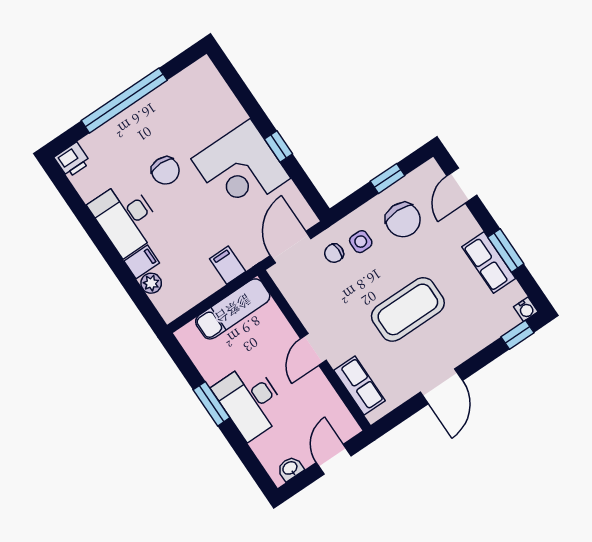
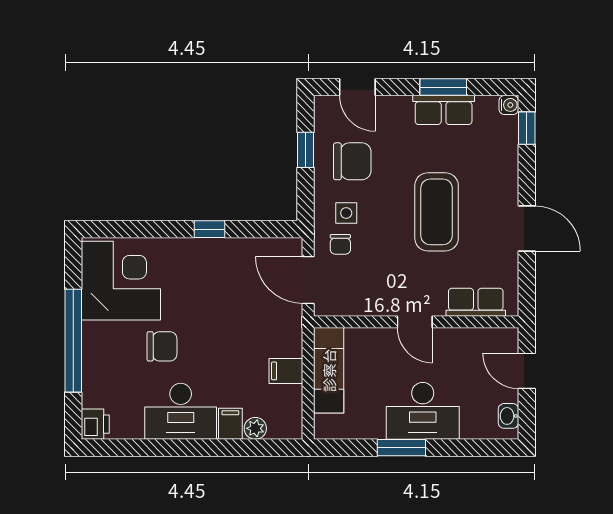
corner desk: (241, 169) -> (121, 281), moved, turned -90
filing cabinet: (228, 265) -> (286, 371), moved

